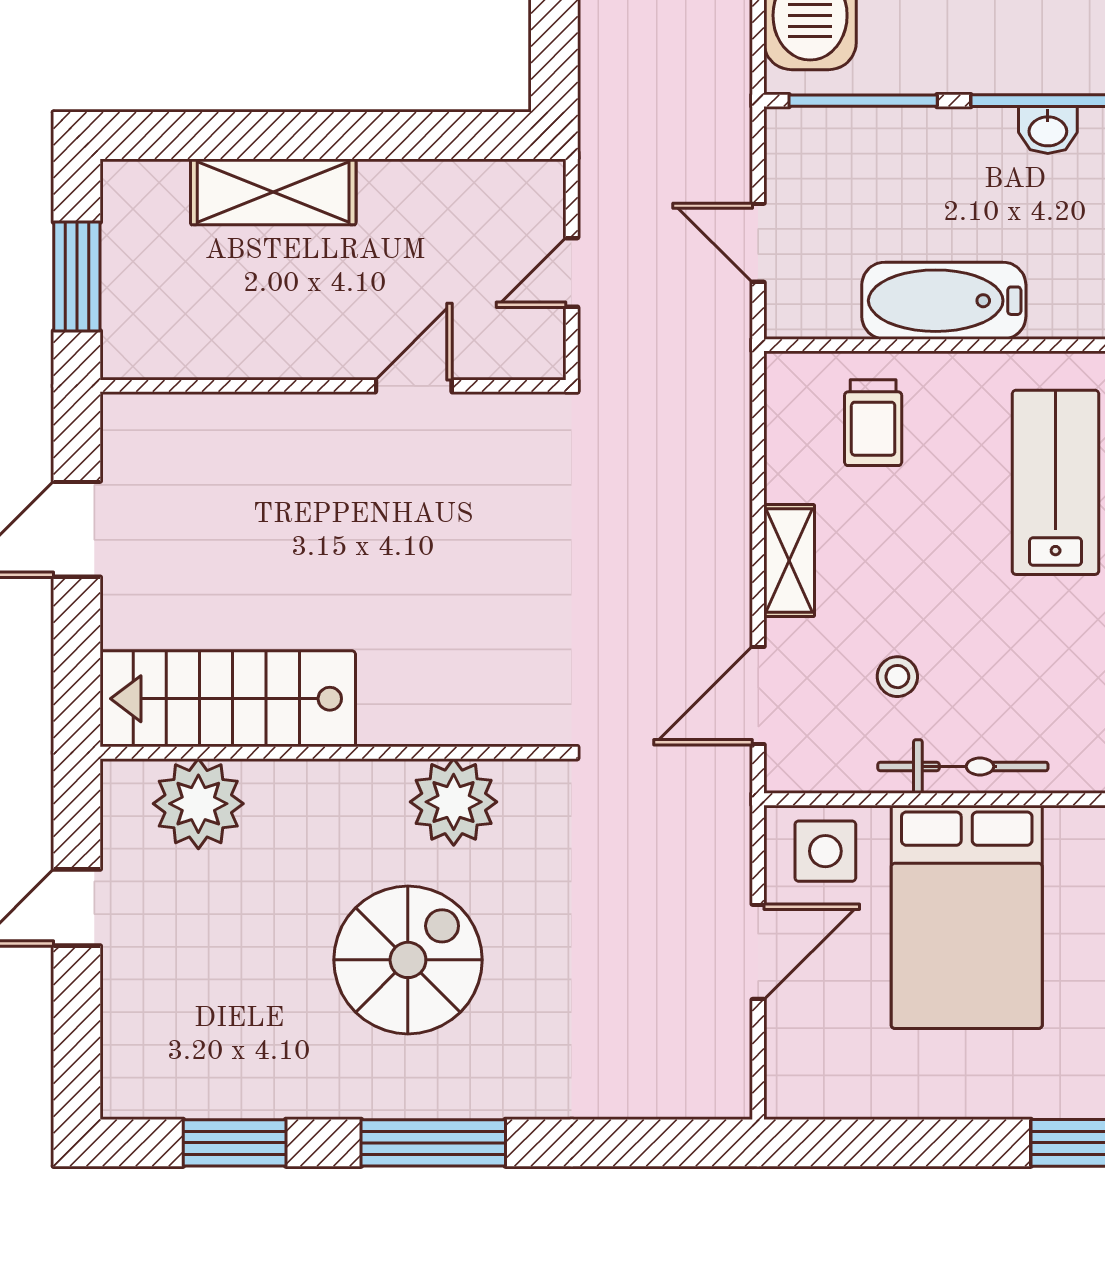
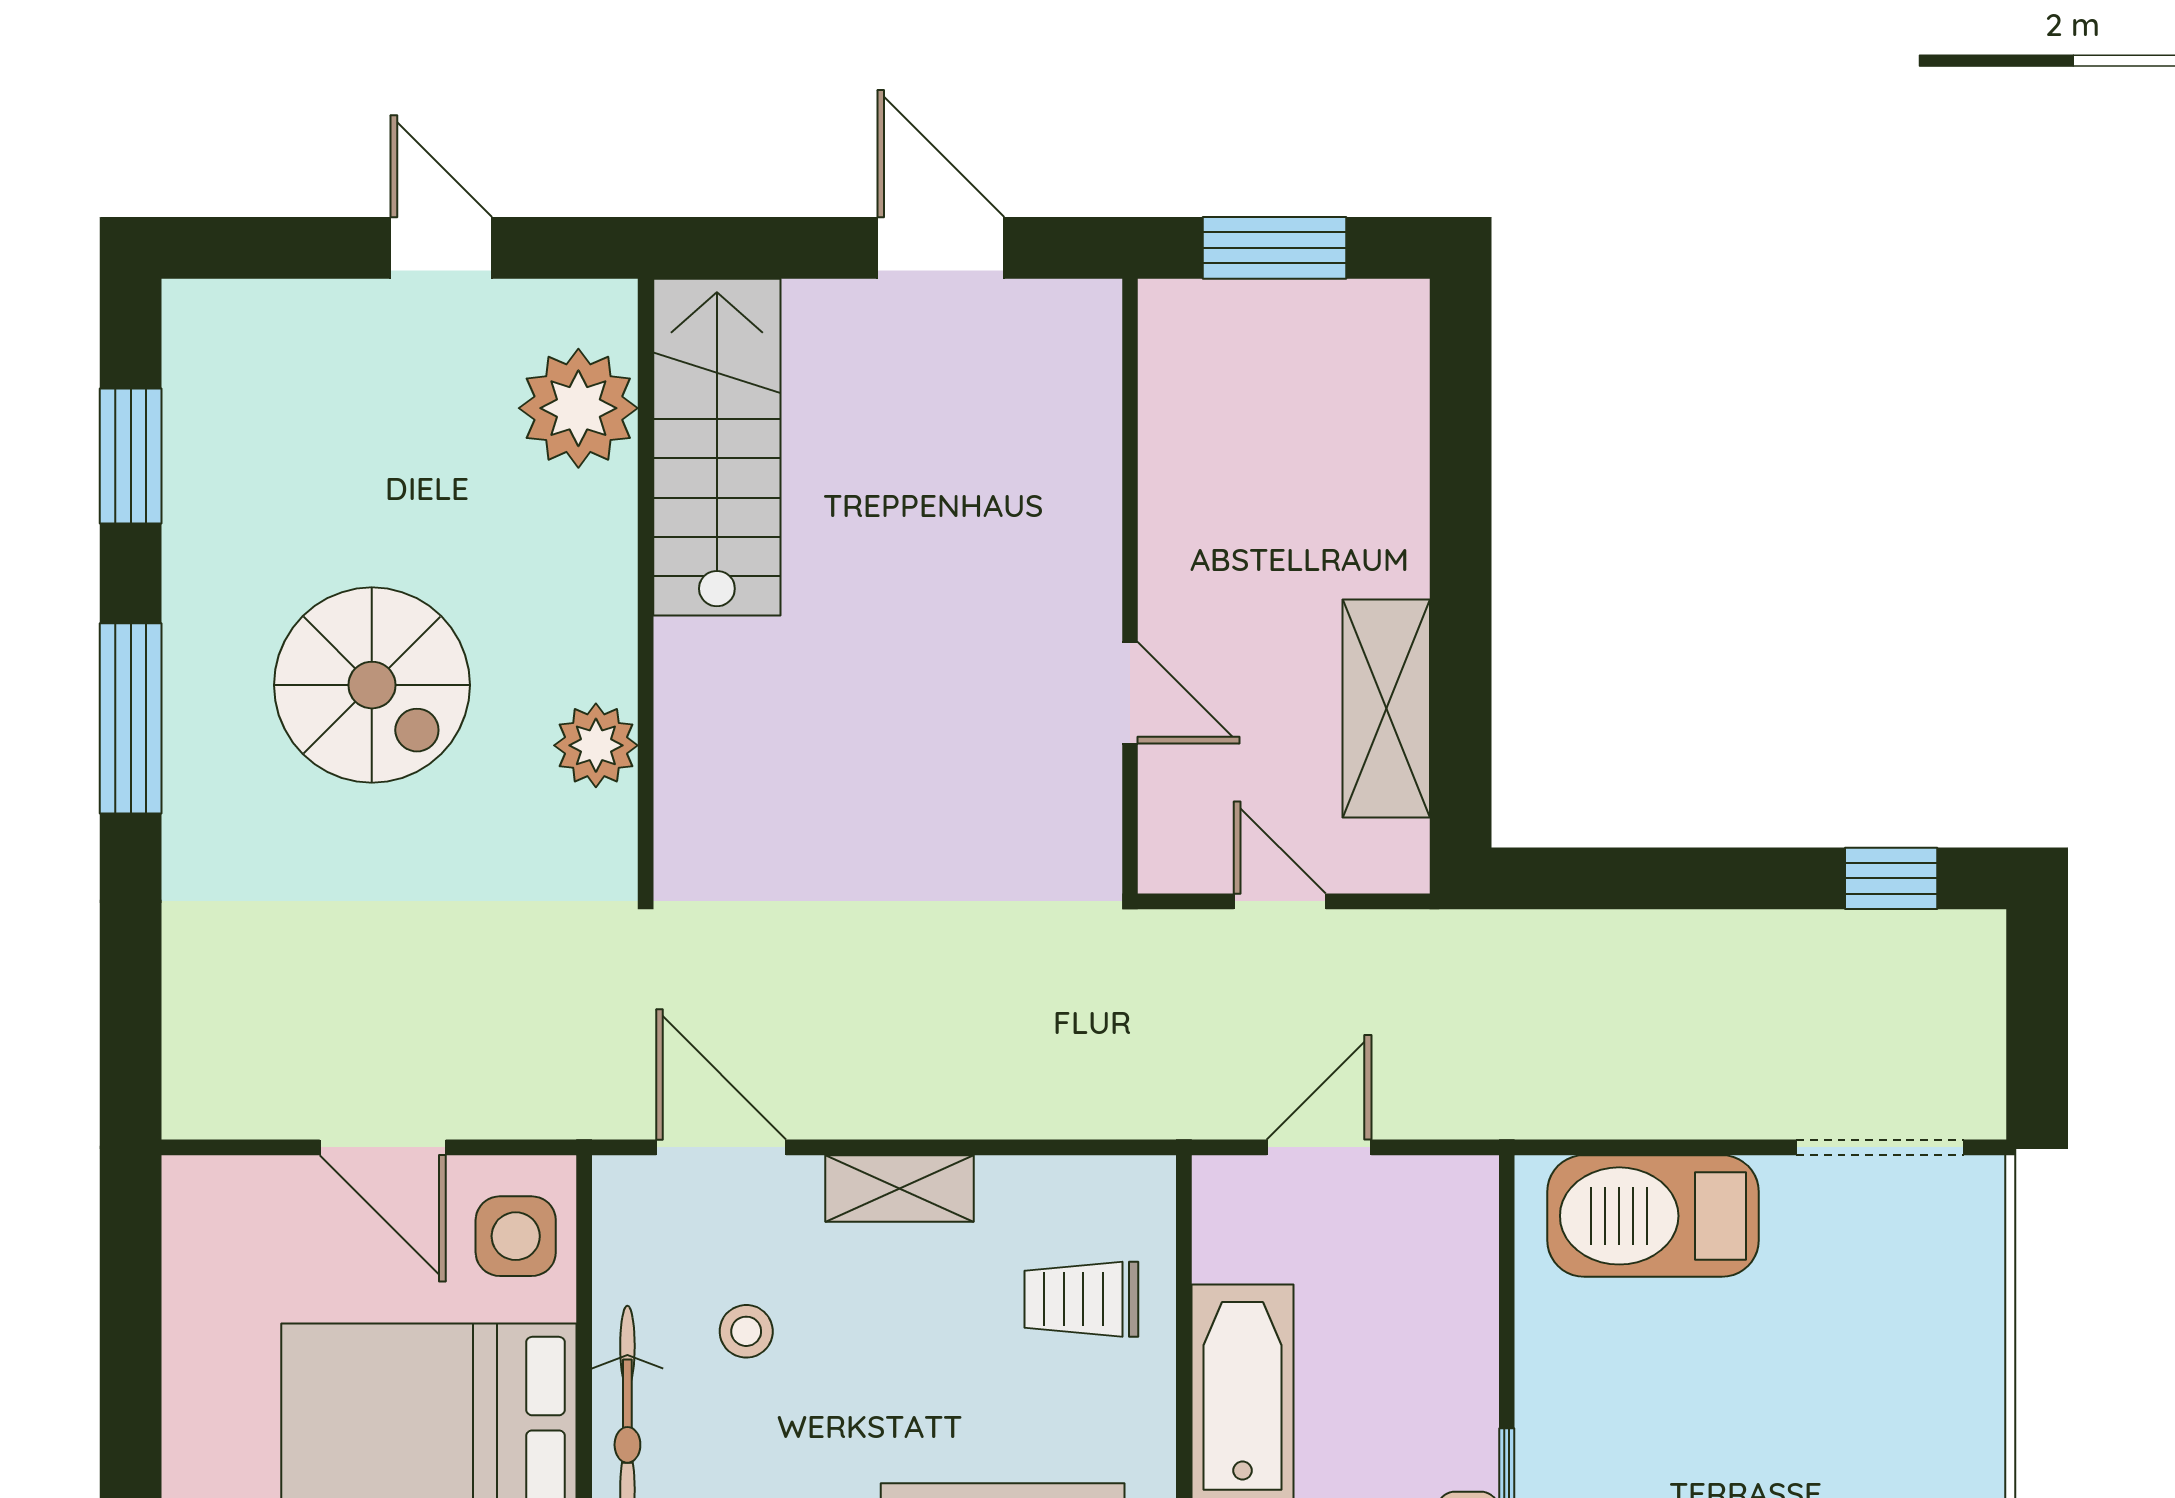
window: (863, 101) -> (1507, 1286), removed
shelving: (273, 192) -> (1386, 708), moved
plant: (454, 802) -> (596, 745), width x0.73, depth x0.73

